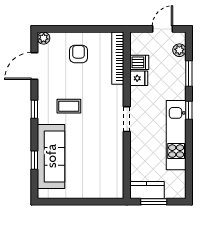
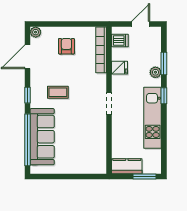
plant: (179, 50) -> (155, 72), moved
dishwasher: (139, 62) -> (120, 40), moved
window: (34, 160) -> (27, 140), width x3.17
window: (154, 202) -> (144, 177), moved

